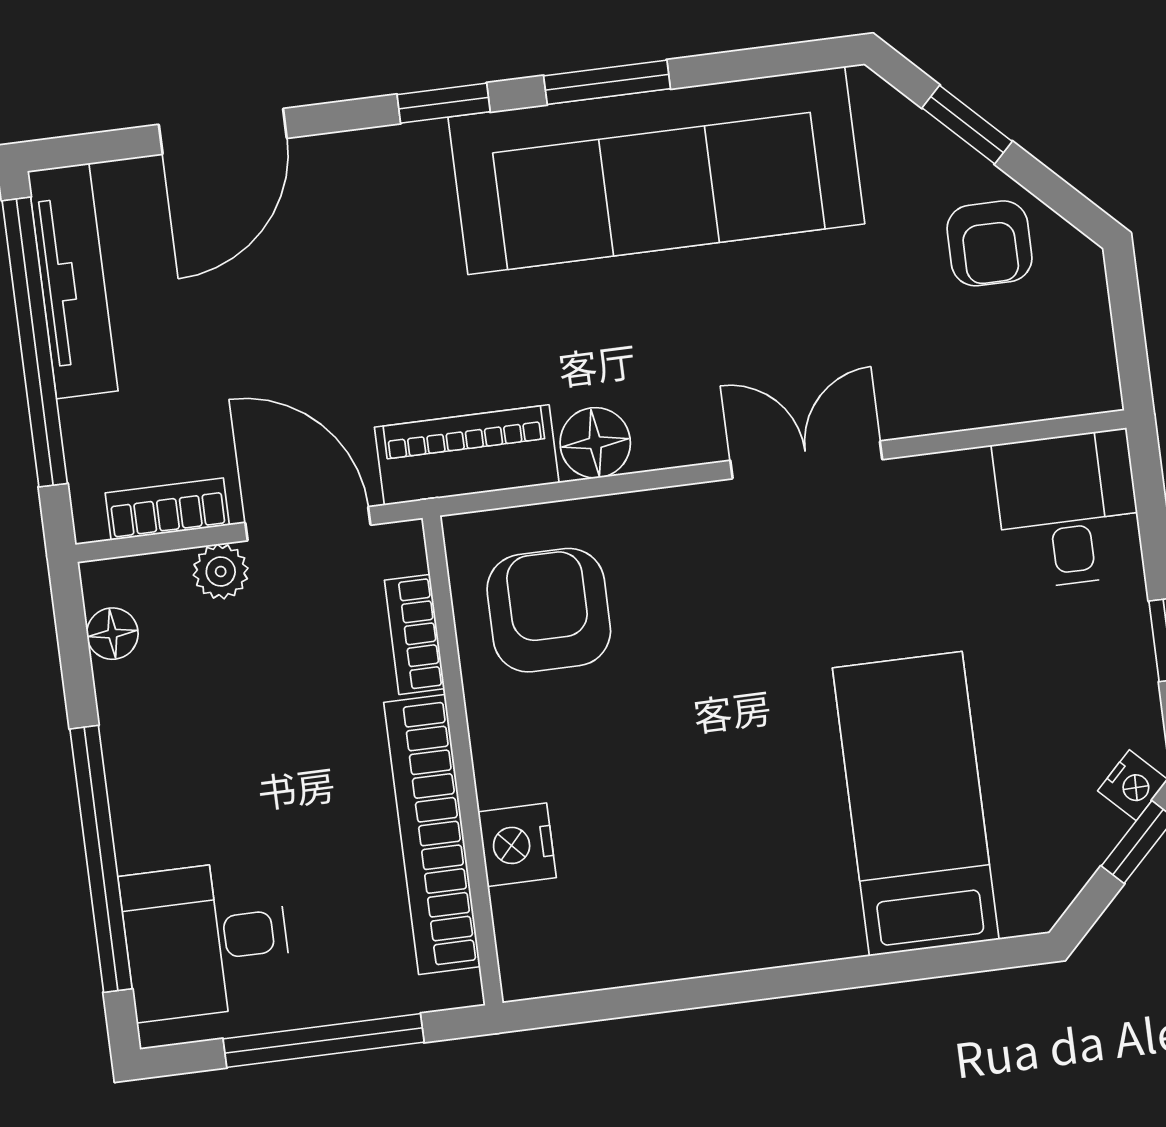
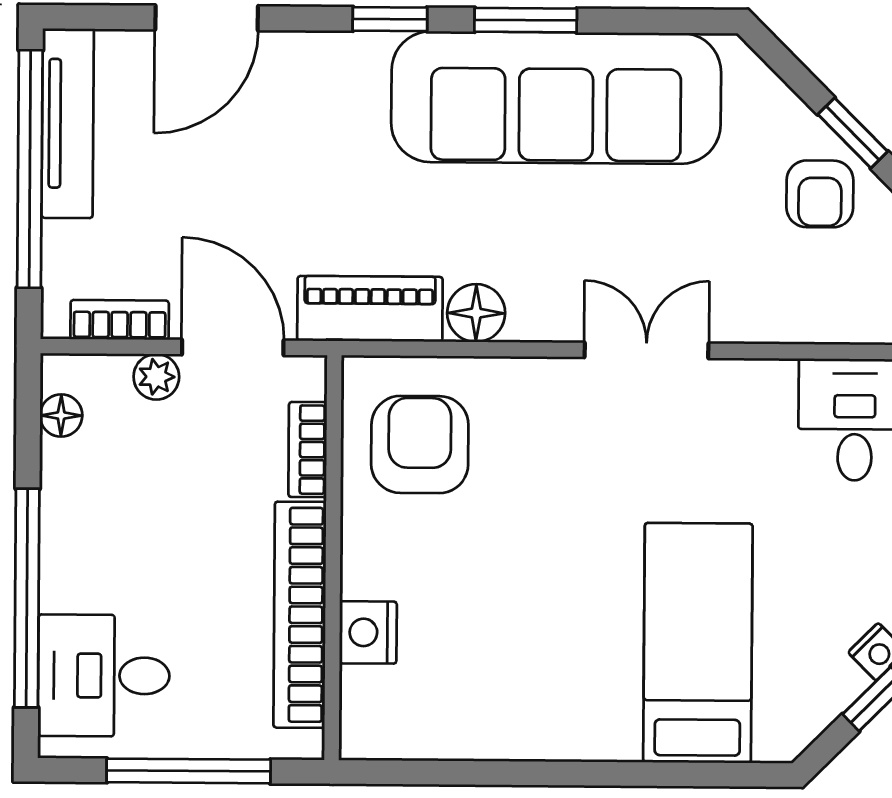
window: (967, 125) -> (853, 133), moved

